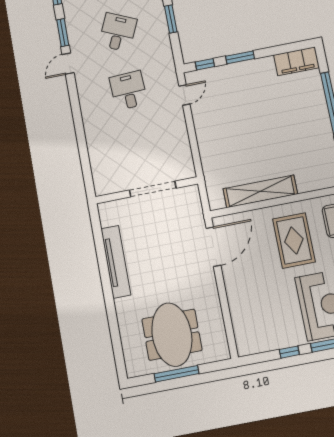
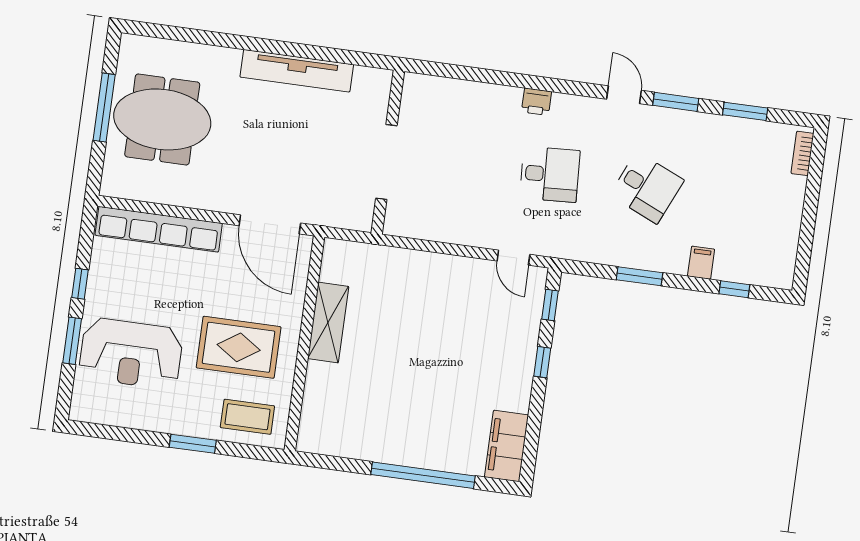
window: (240, 57) -> (542, 362), width x0.67
printer: (88, 113) -> (536, 102), added
shelving: (260, 191) -> (328, 323), width x0.68
row of seats: (239, 314) -> (159, 229), added

